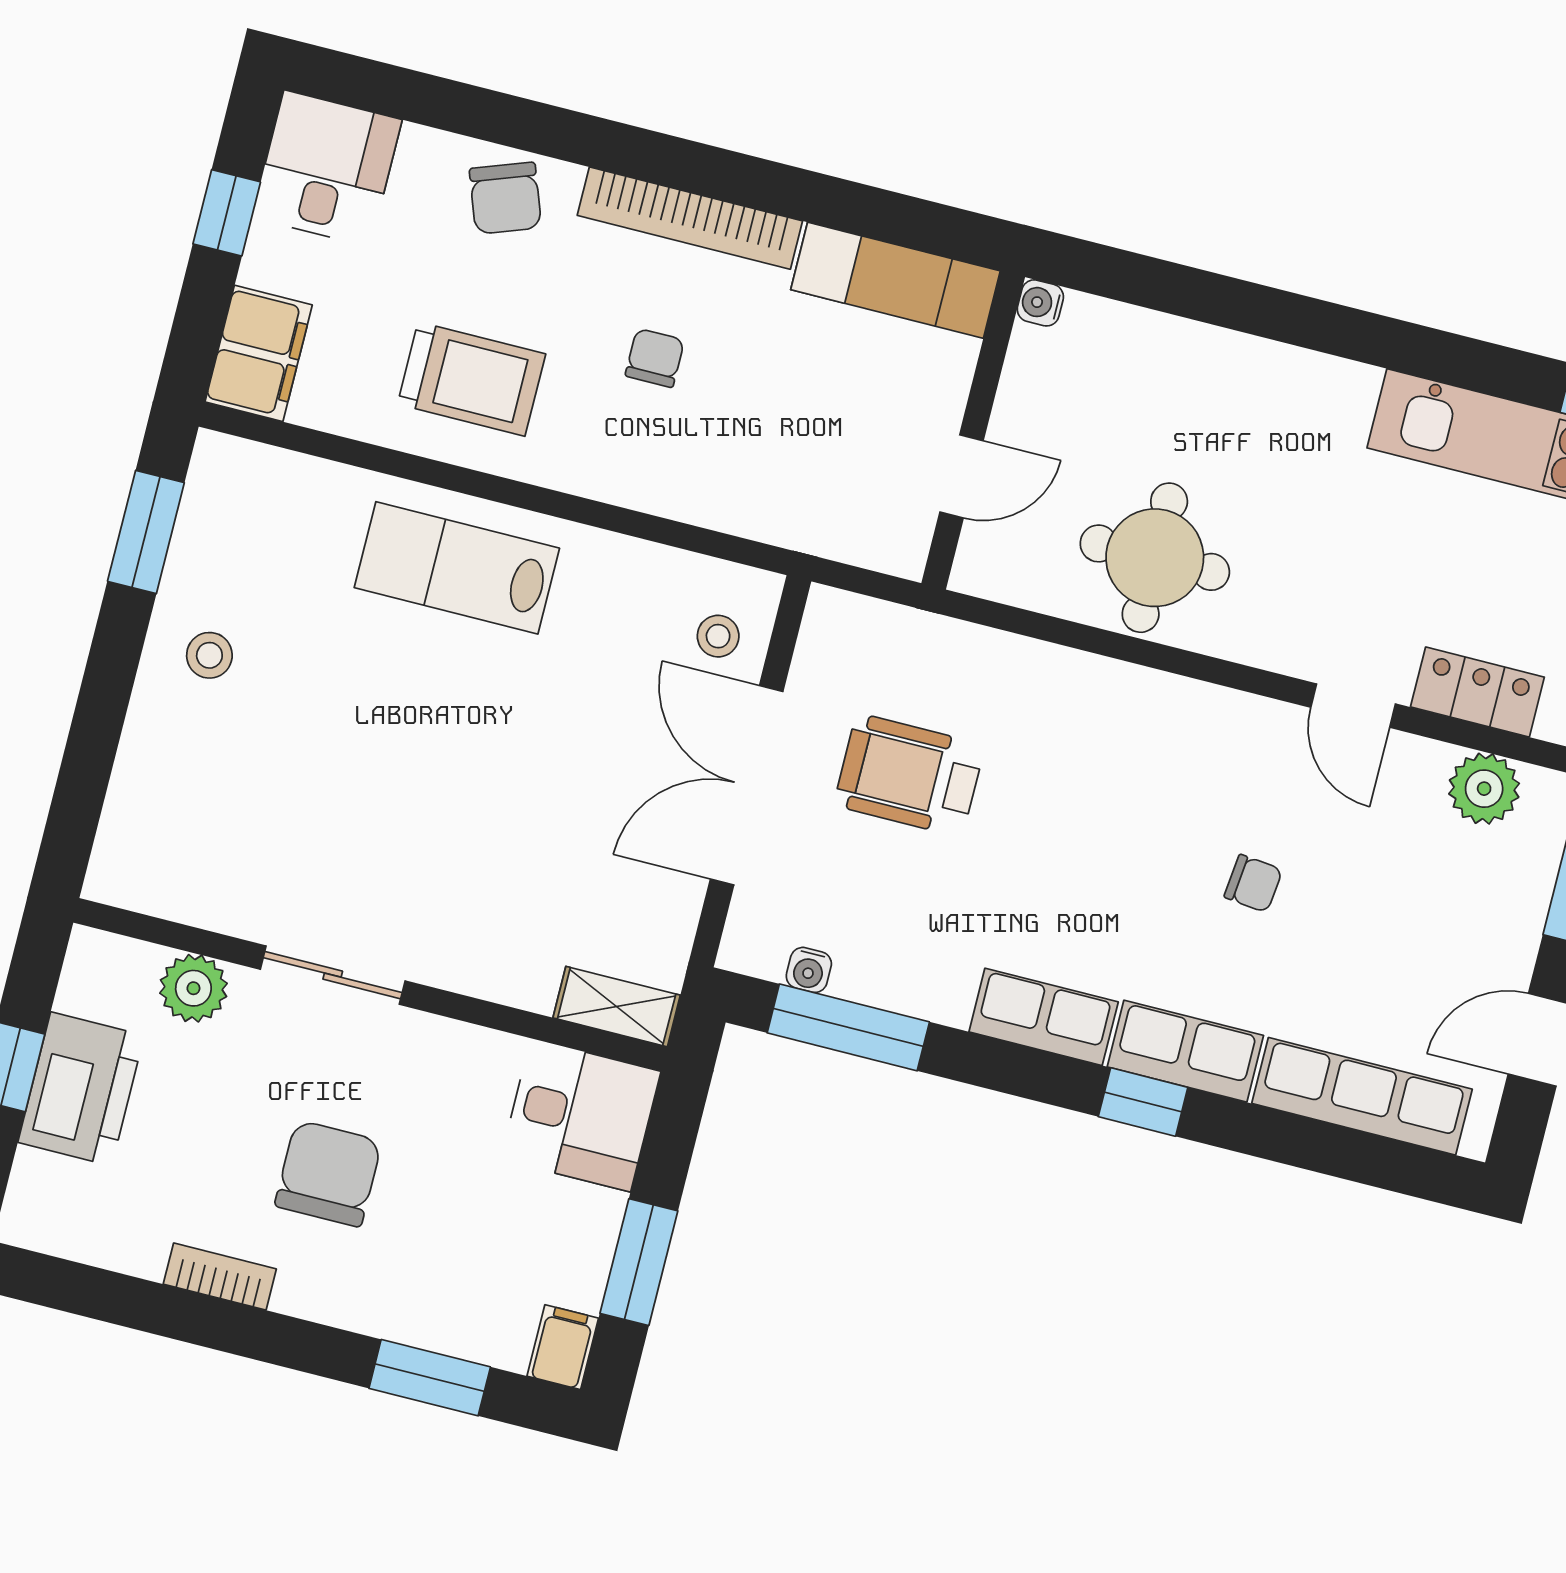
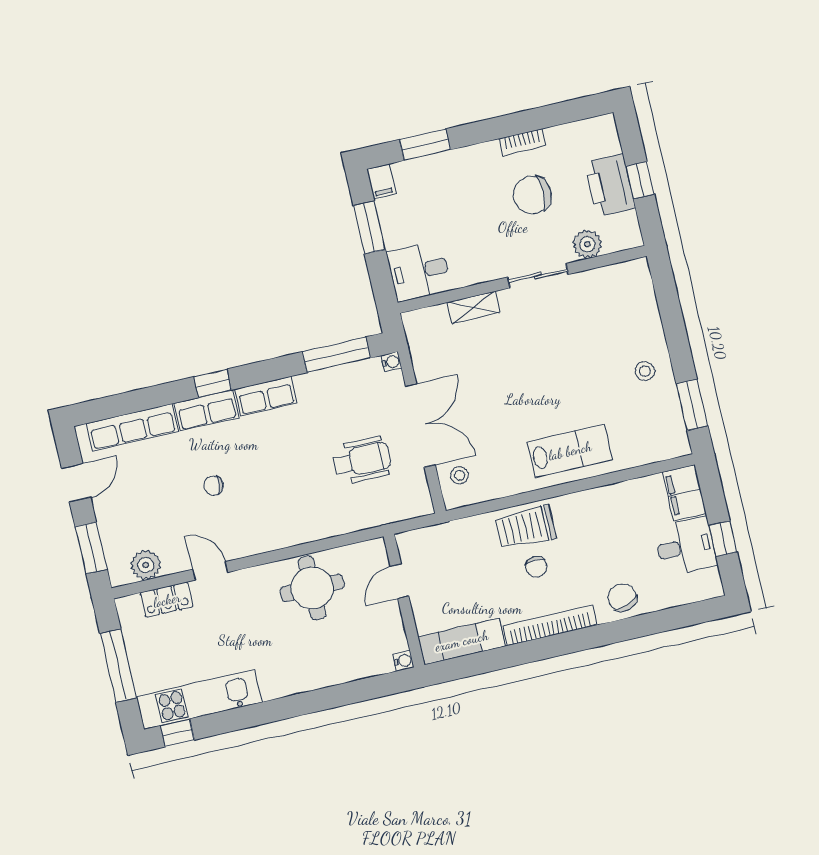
desk: (327, 169) -> (686, 547), moved, turned -90
trolley: (471, 379) -> (525, 527), moved
water cooler: (809, 970) -> (391, 362), moved, turned 90
shelving: (617, 1007) -> (473, 307), moved
chair: (328, 1173) -> (532, 195), moved, turned 90

